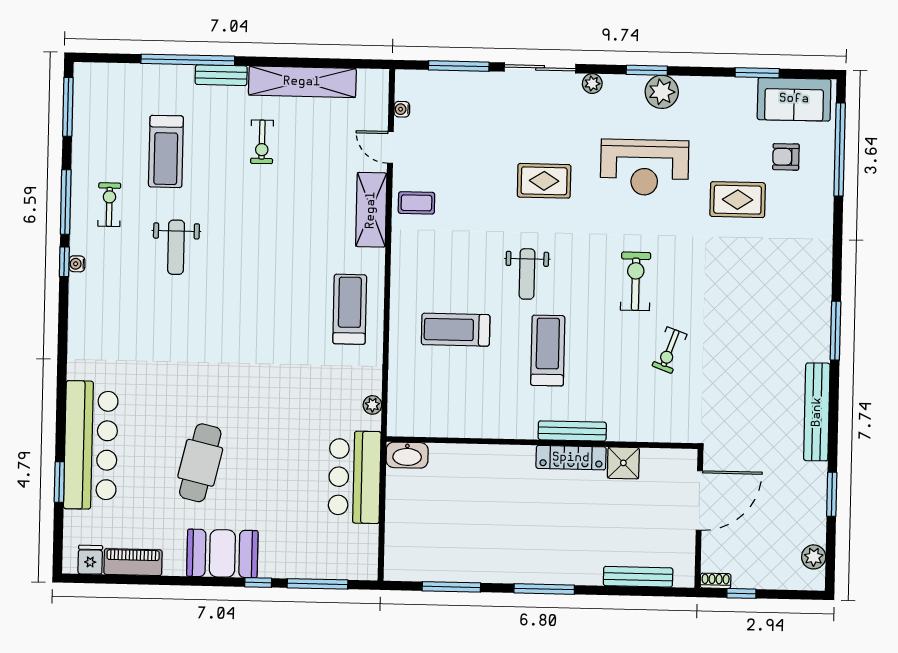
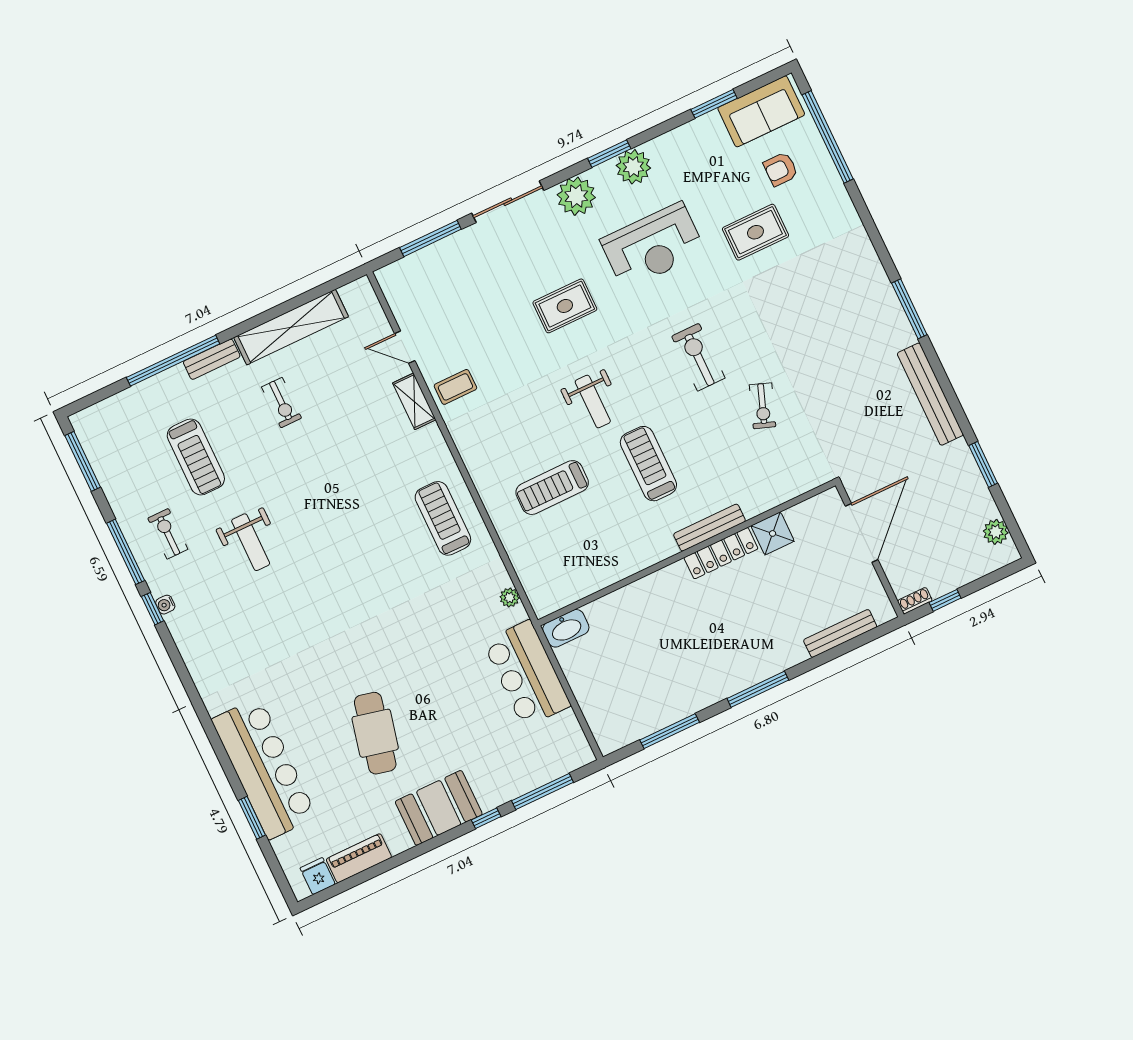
plant: (592, 84) -> (576, 196), width x1.87, depth x1.87
water cooler: (402, 109) -> (397, 306), removed
shelving: (371, 210) -> (414, 401), width x0.67, depth x0.75

